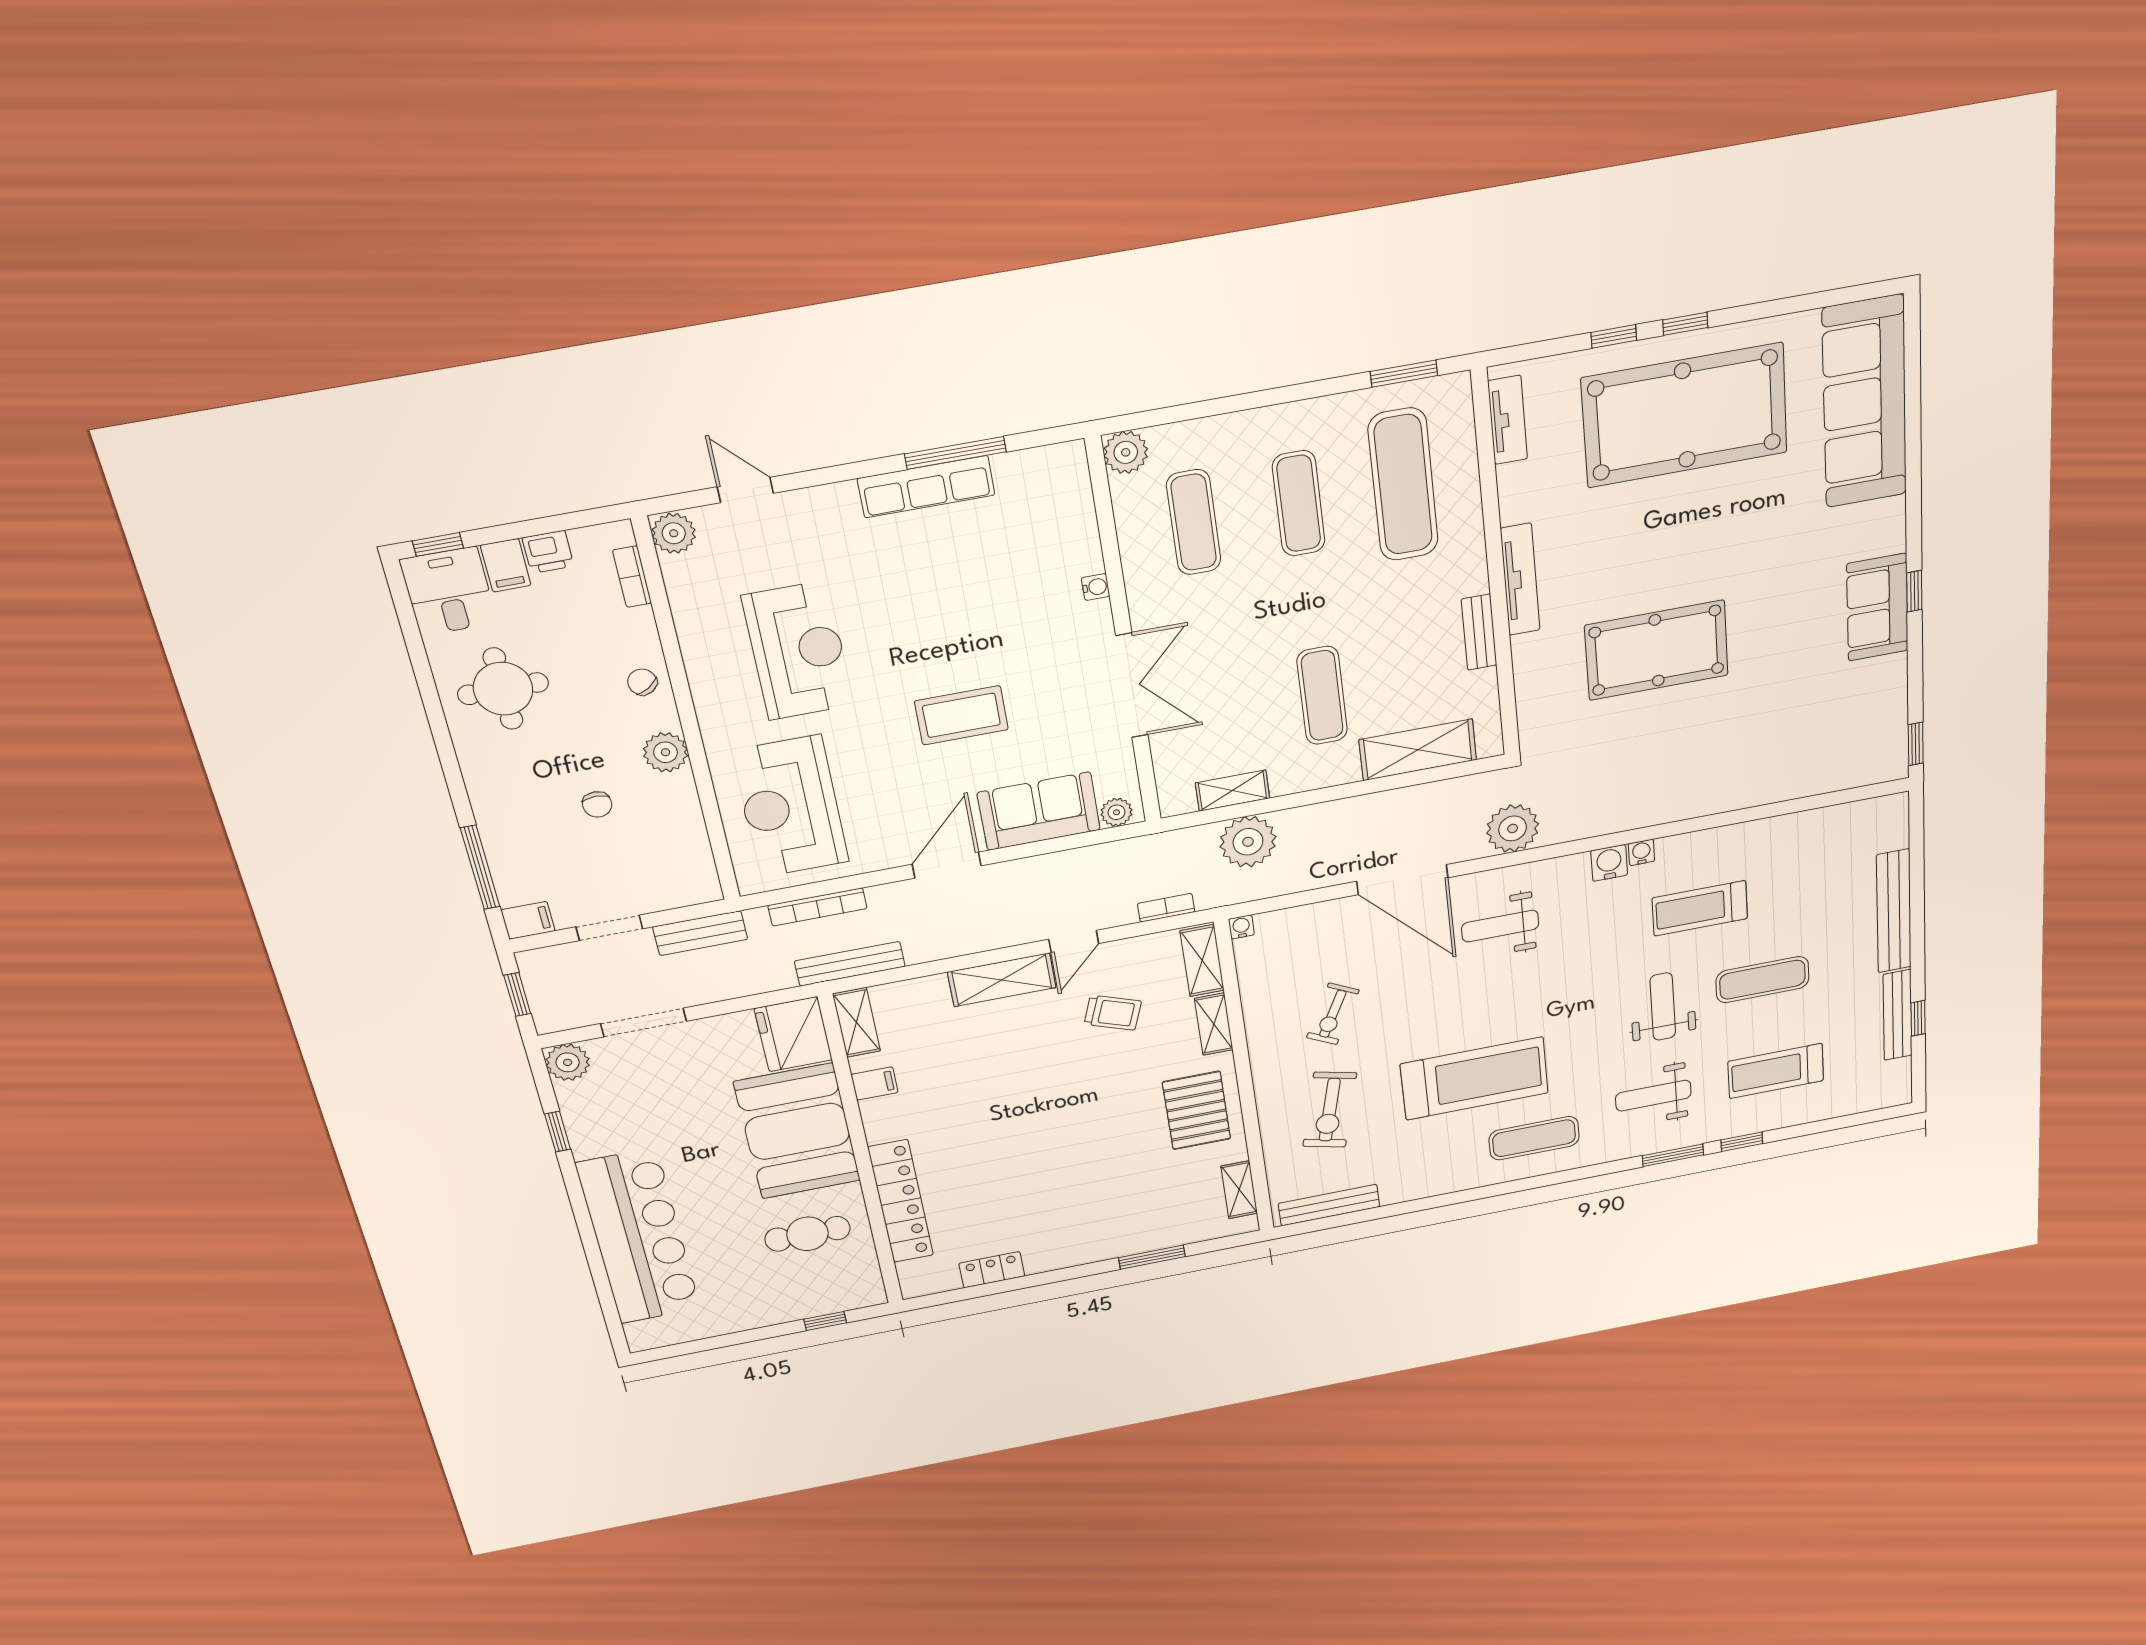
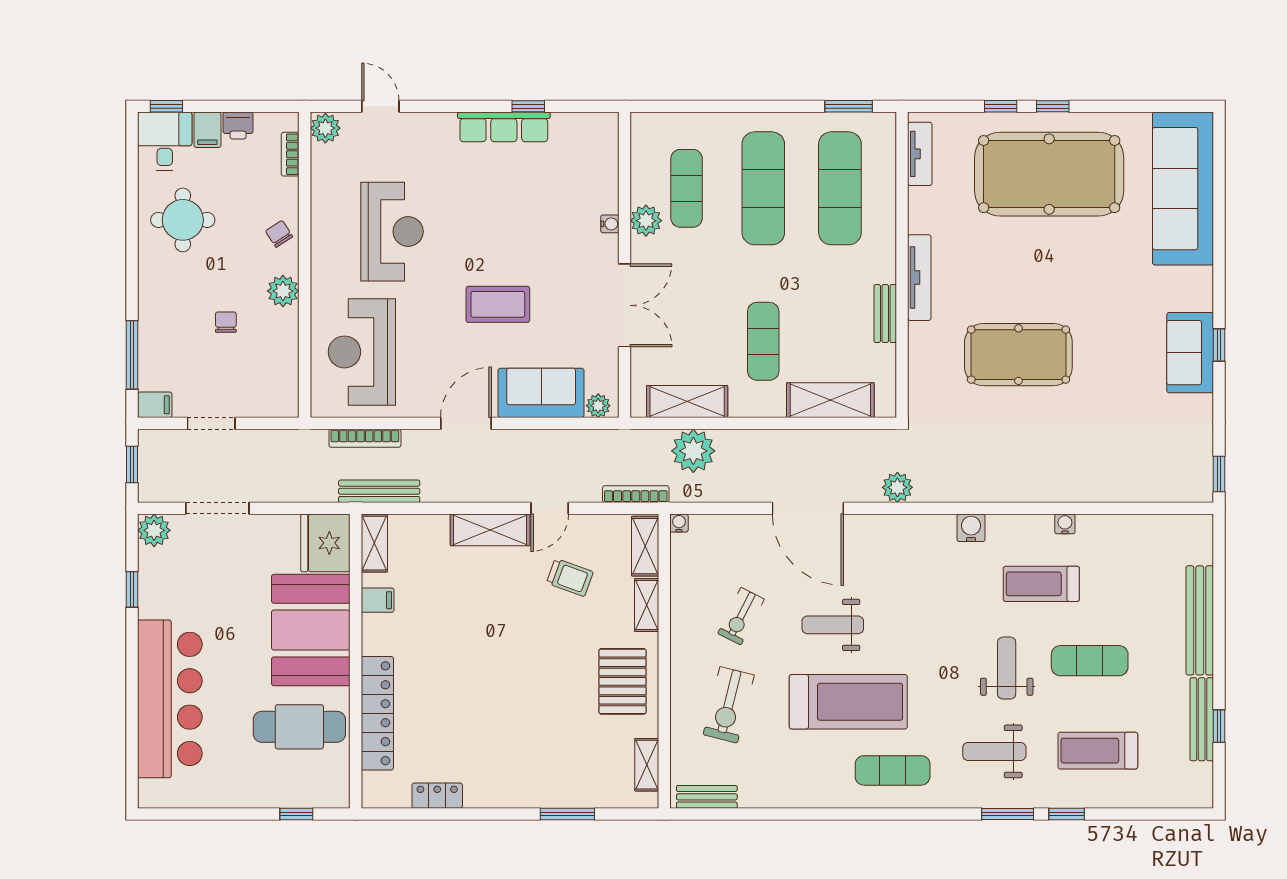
plant: (1126, 452) -> (646, 221), moved
window: (955, 453) -> (528, 106), width x0.46
exercise mat: (1299, 503) -> (763, 188), width x1.36, depth x1.45
shelving: (1233, 791) -> (687, 401), width x1.50, depth x1.33
chair: (597, 804) -> (226, 322), turned 180
plant: (1513, 828) -> (897, 487), width x0.73, depth x0.73
water cooler: (1641, 852) -> (1065, 524), moved
bookcase: (1166, 908) -> (636, 494), width x1.56
weight bench: (1500, 926) -> (833, 625), moved
bench: (700, 933) -> (275, 442), removed
bench: (1329, 1205) -> (707, 797), width x0.73
cafe table: (807, 1234) -> (299, 727), width x1.37, depth x1.35

